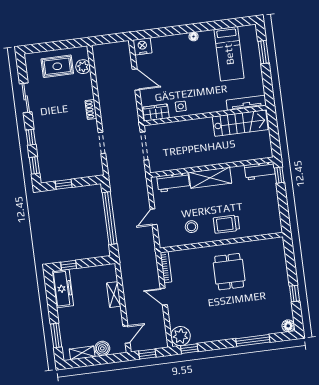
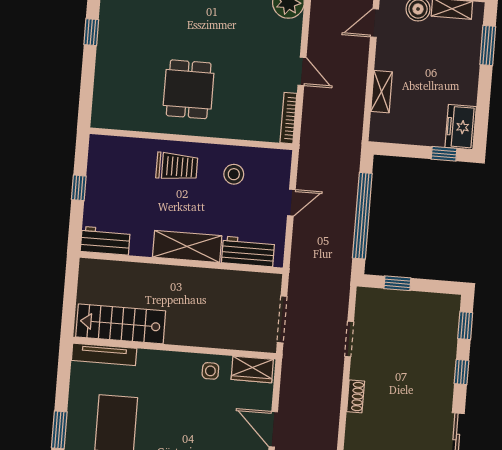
window: (279, 175) -> (79, 188), moved
window: (64, 184) -> (397, 283), moved
freezer: (63, 289) -> (461, 127), width x0.71

